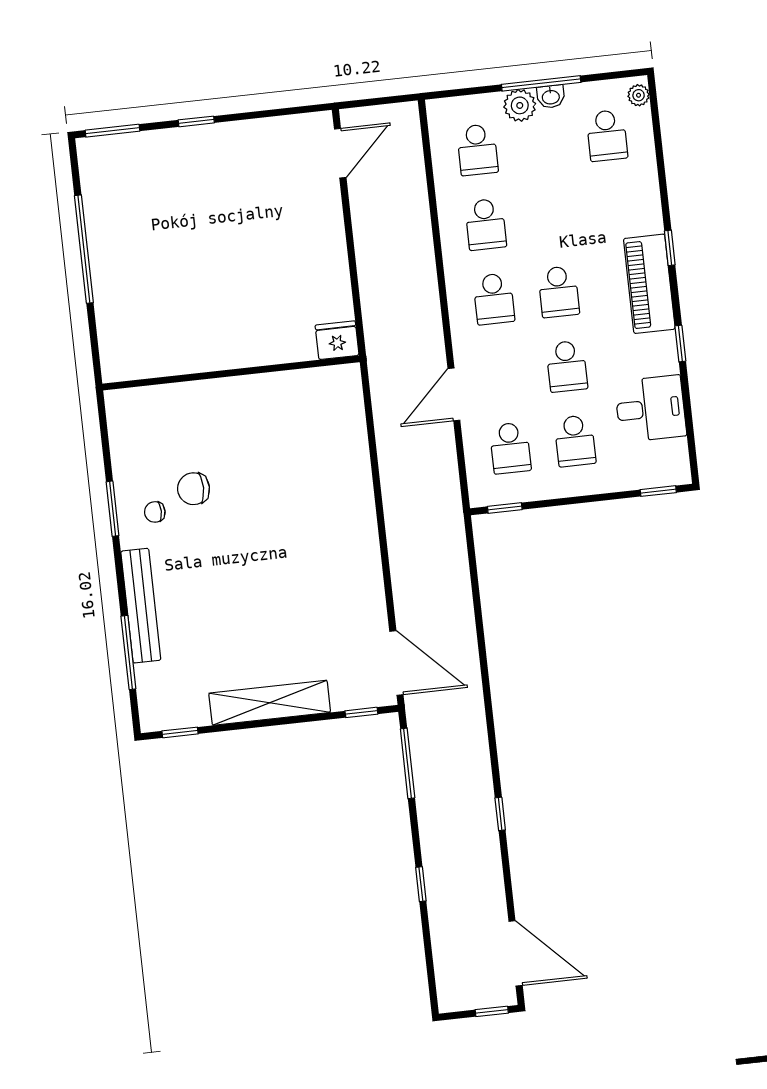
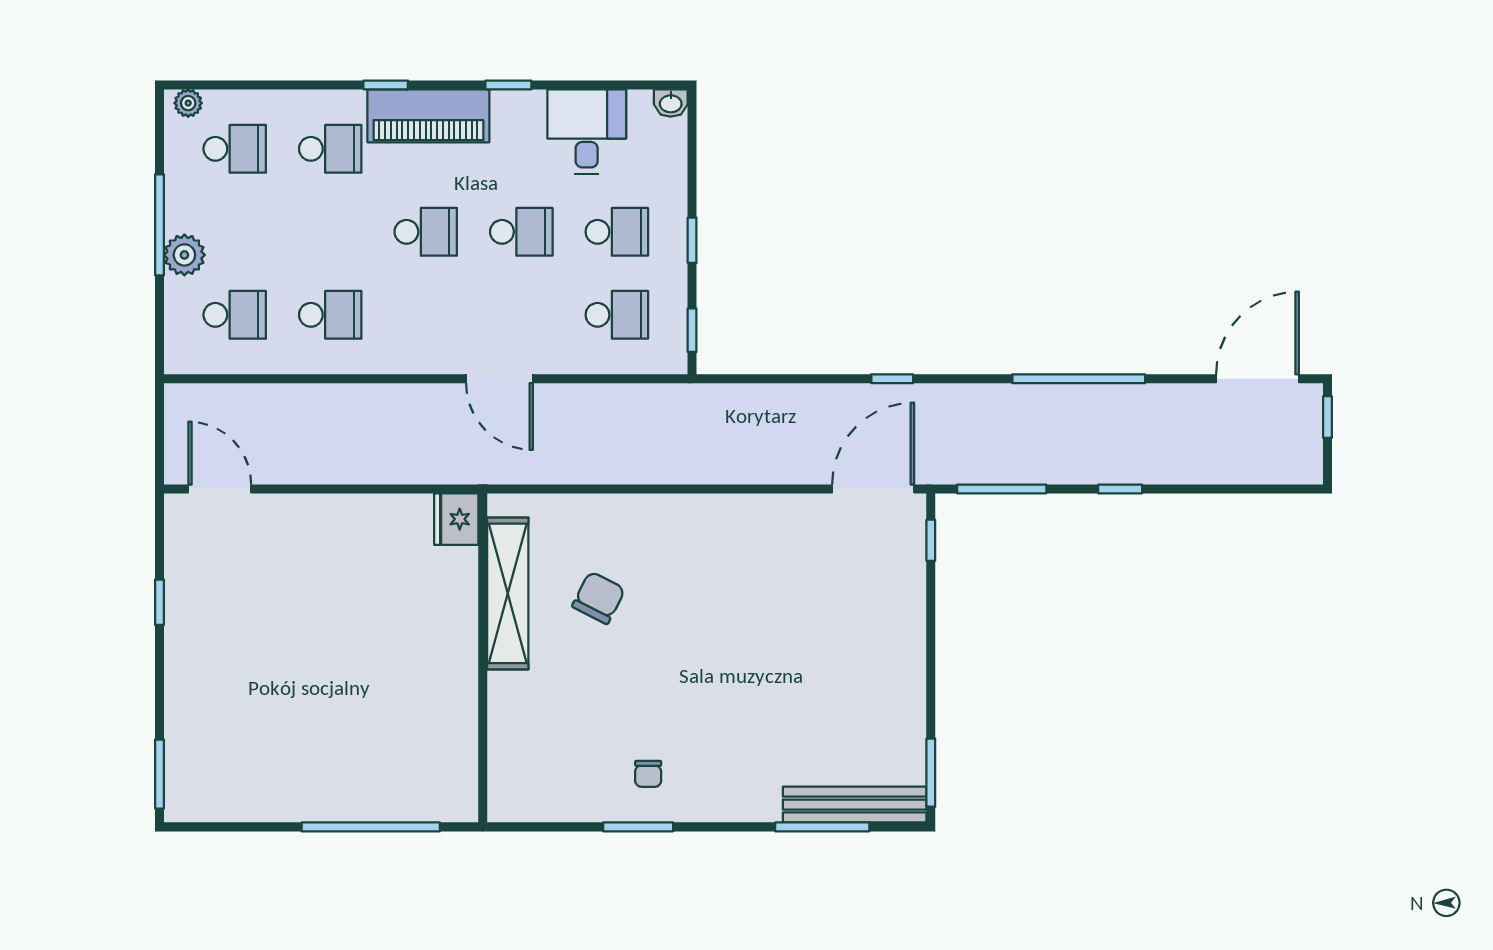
washbasin: (551, 97) -> (671, 103), moved, turned 90
window: (196, 121) -> (159, 602), moved
window: (84, 249) -> (371, 827), moved
school desk: (494, 299) -> (330, 149), moved
door: (454, 394) -> (499, 379), moved
chair: (194, 489) -> (599, 598), moved, turned -153
window: (658, 491) -> (692, 240), moved
bench: (141, 606) -> (855, 805), moved
window: (484, 668) -> (892, 379), added
shelving: (270, 703) -> (508, 593), moved
window: (180, 732) -> (931, 773), width x1.50
window: (500, 814) -> (1079, 379), width x3.17
window: (421, 884) -> (1120, 489), moved

